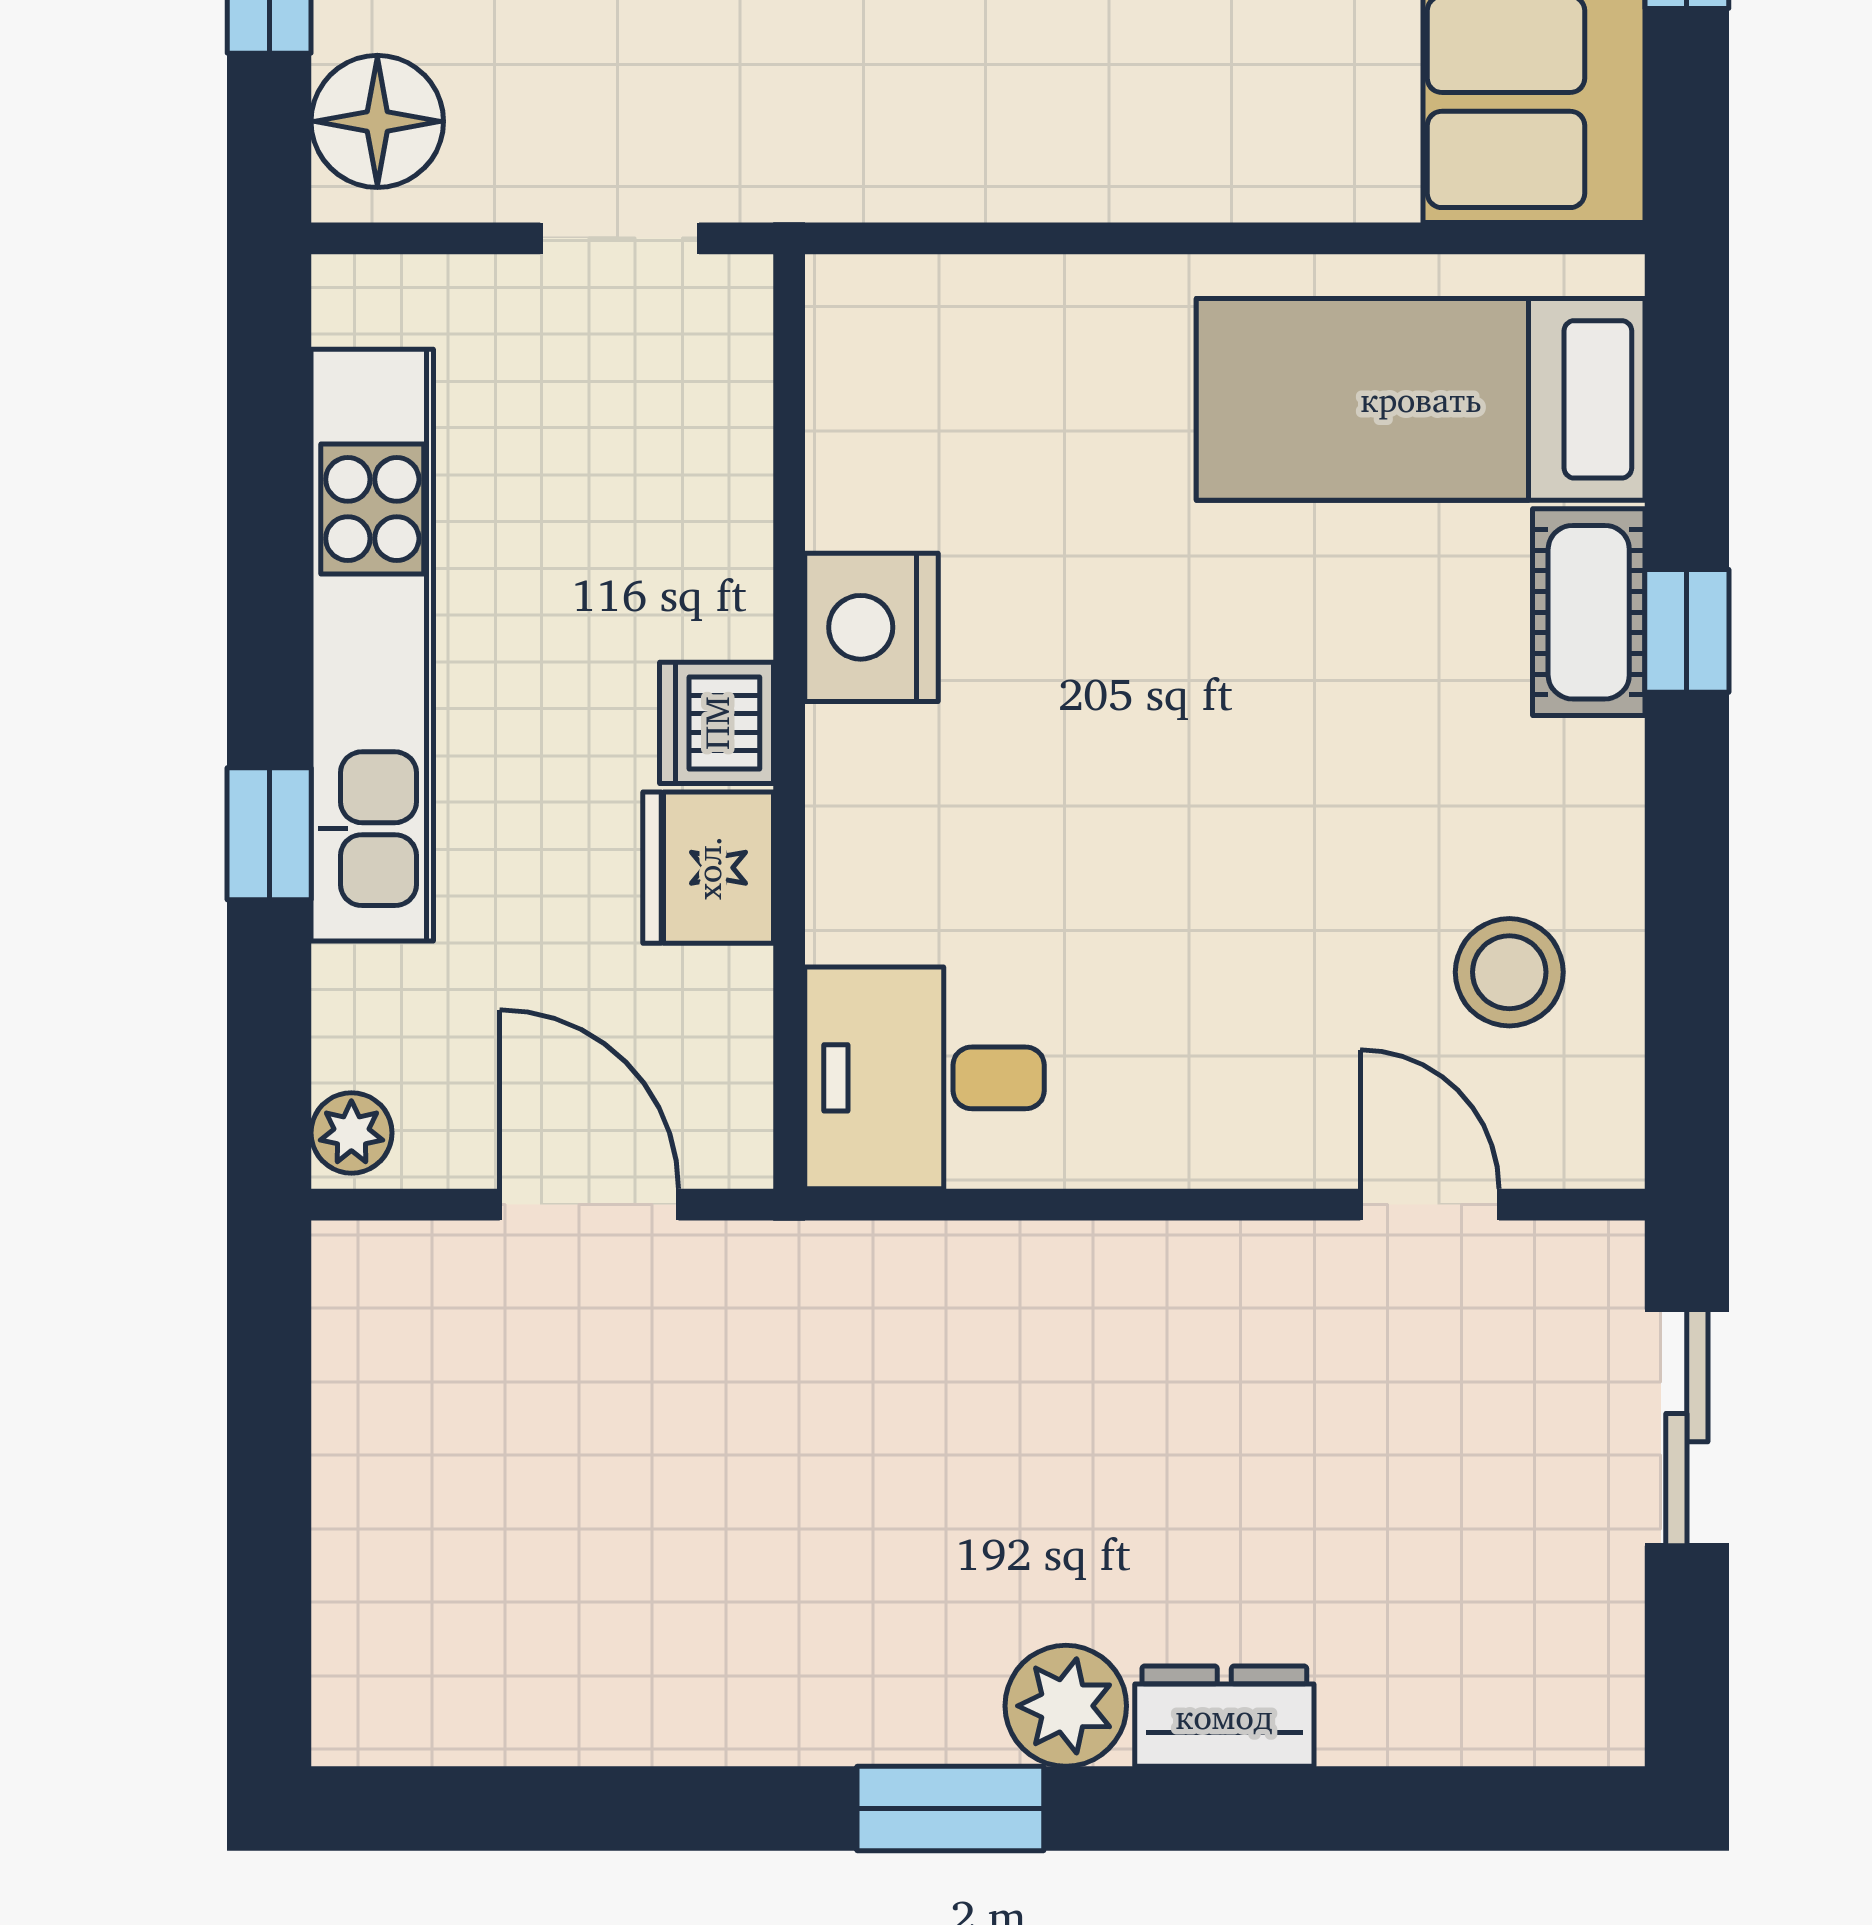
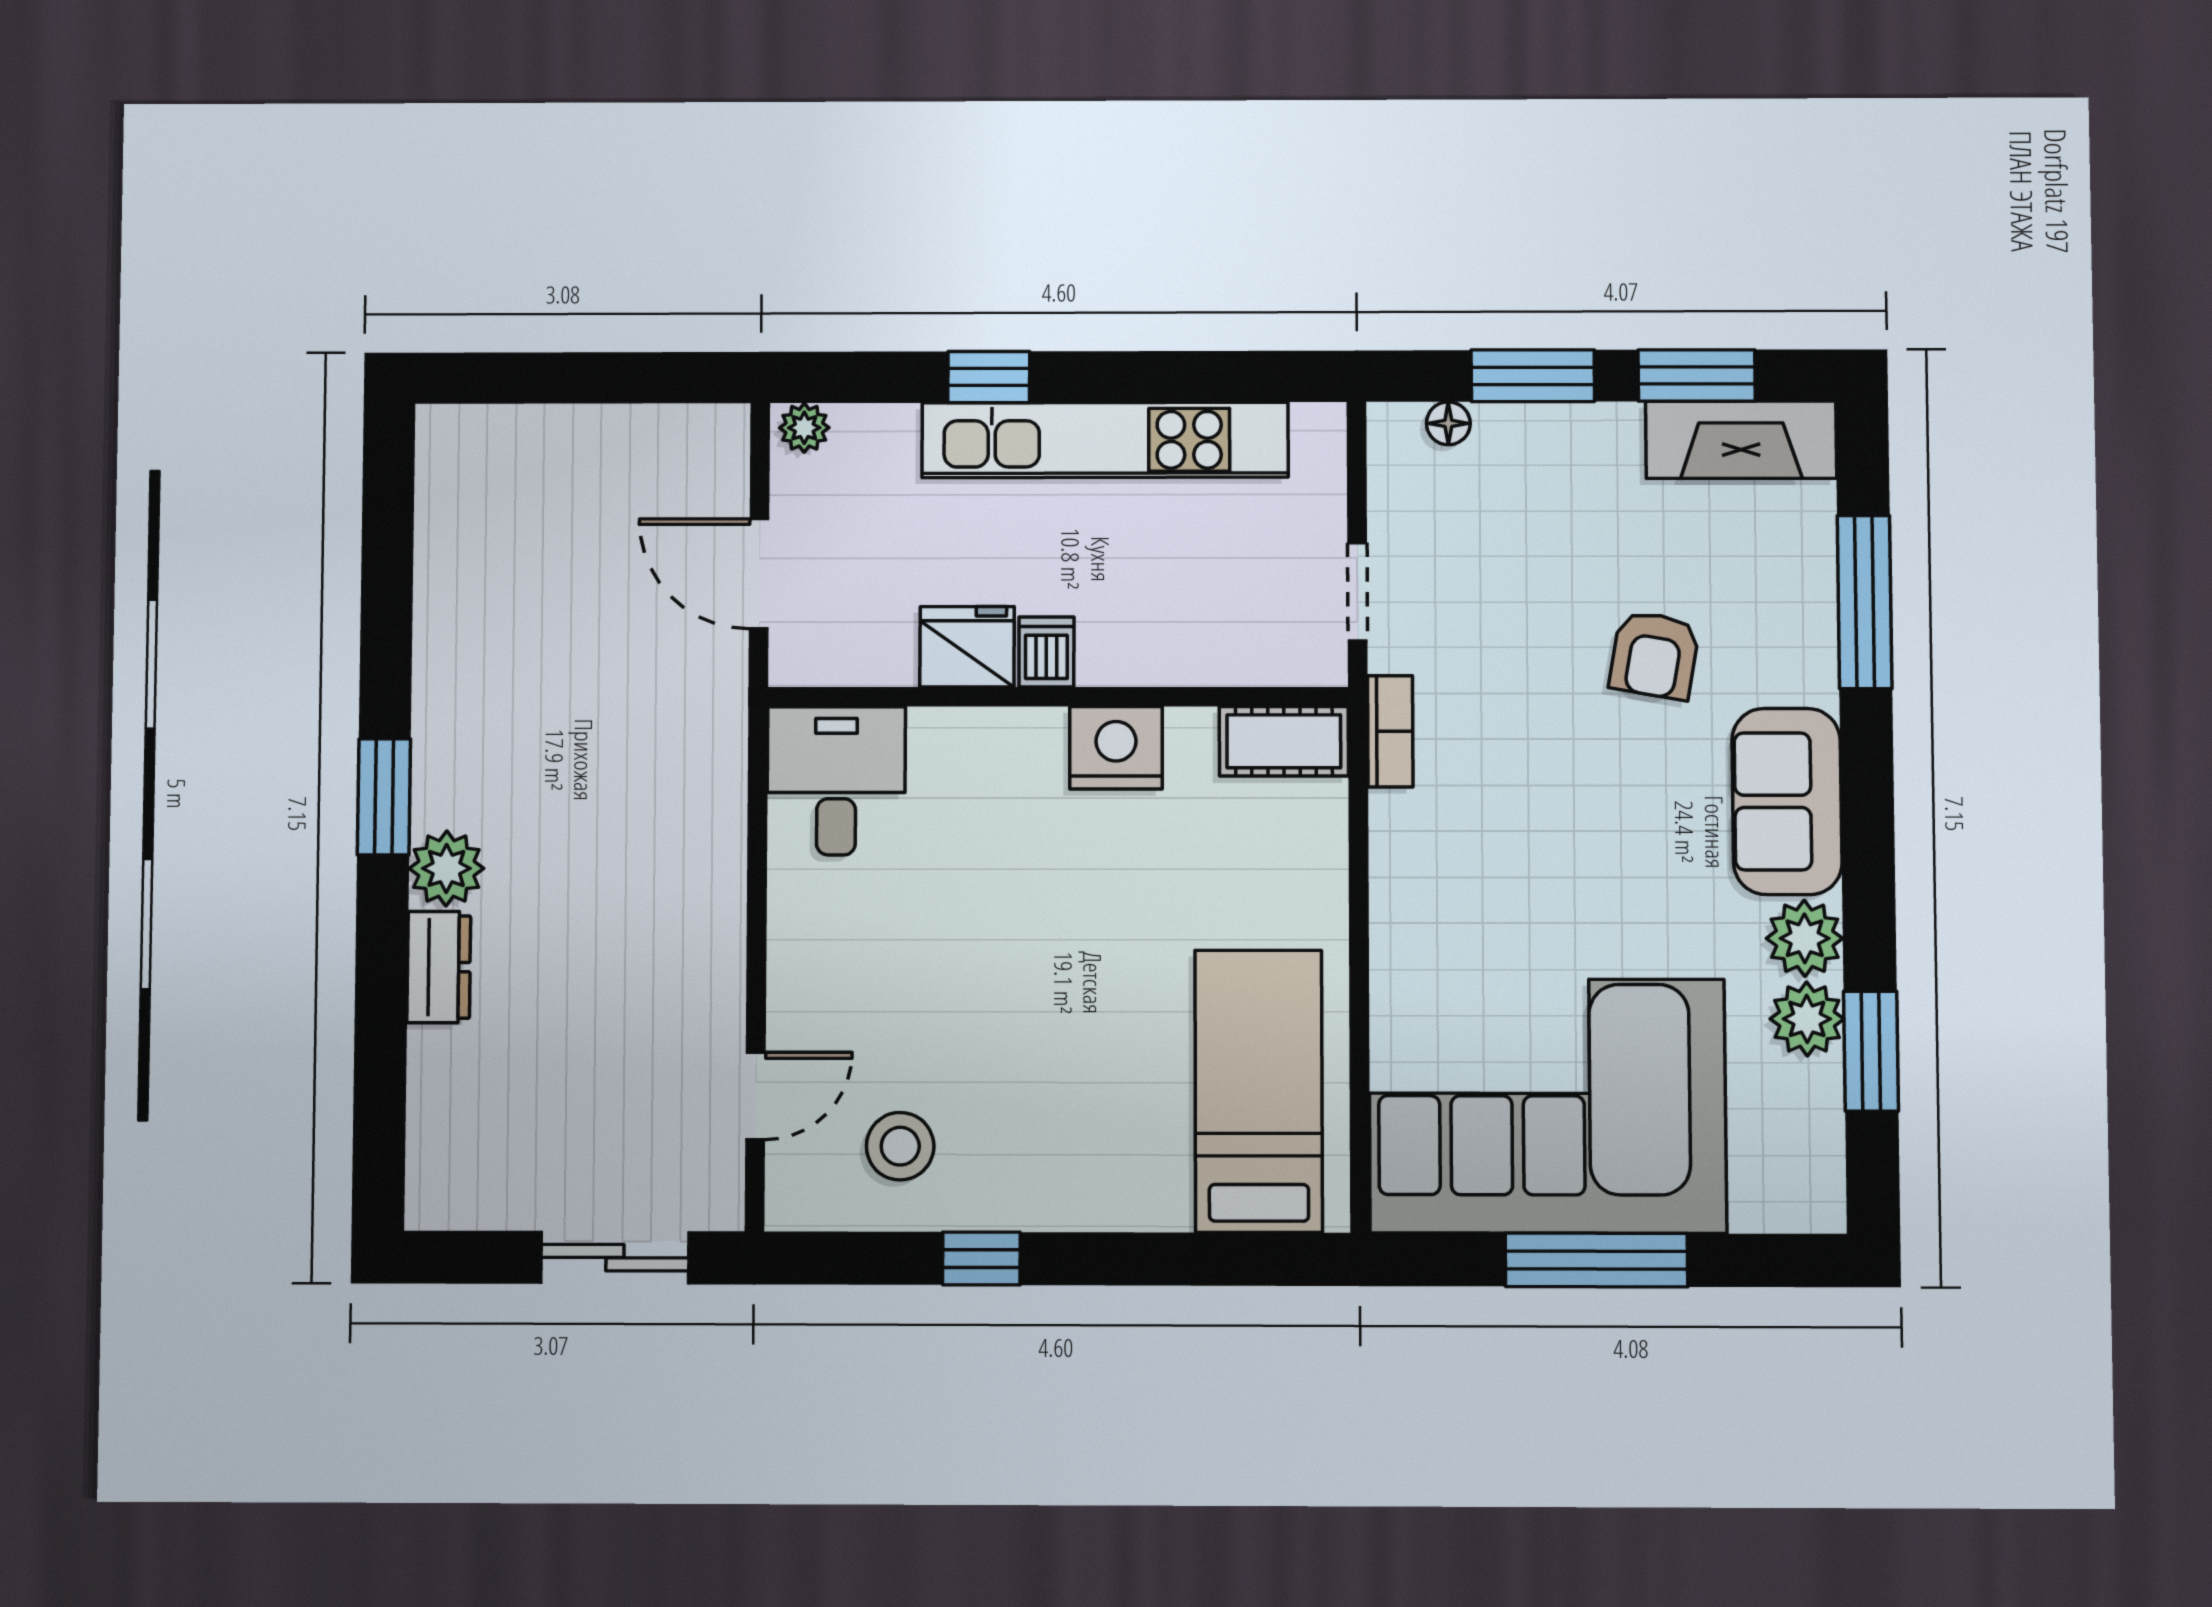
floor lamp: (377, 121) -> (1448, 423), width x0.53, depth x0.53
bookcase: (845, 187) -> (1390, 731), added
cot: (1589, 612) -> (1284, 741), moved
window: (1687, 631) -> (981, 1259), moved
dishwasher: (716, 723) -> (1046, 652), width x0.73
door: (589, 1205) -> (759, 574), swing flipped

